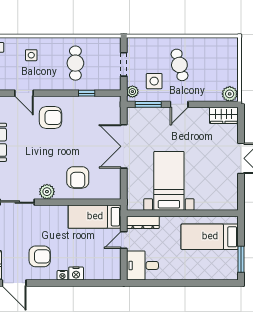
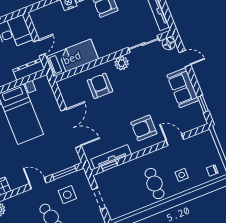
cafe table: (75, 63) -> (155, 184), moved
plant: (132, 92) -> (82, 178), removed
window: (87, 93) -> (109, 166), moved
tv unit: (95, 102) -> (111, 157), added
door: (179, 104) -> (38, 183), hinge flipped

